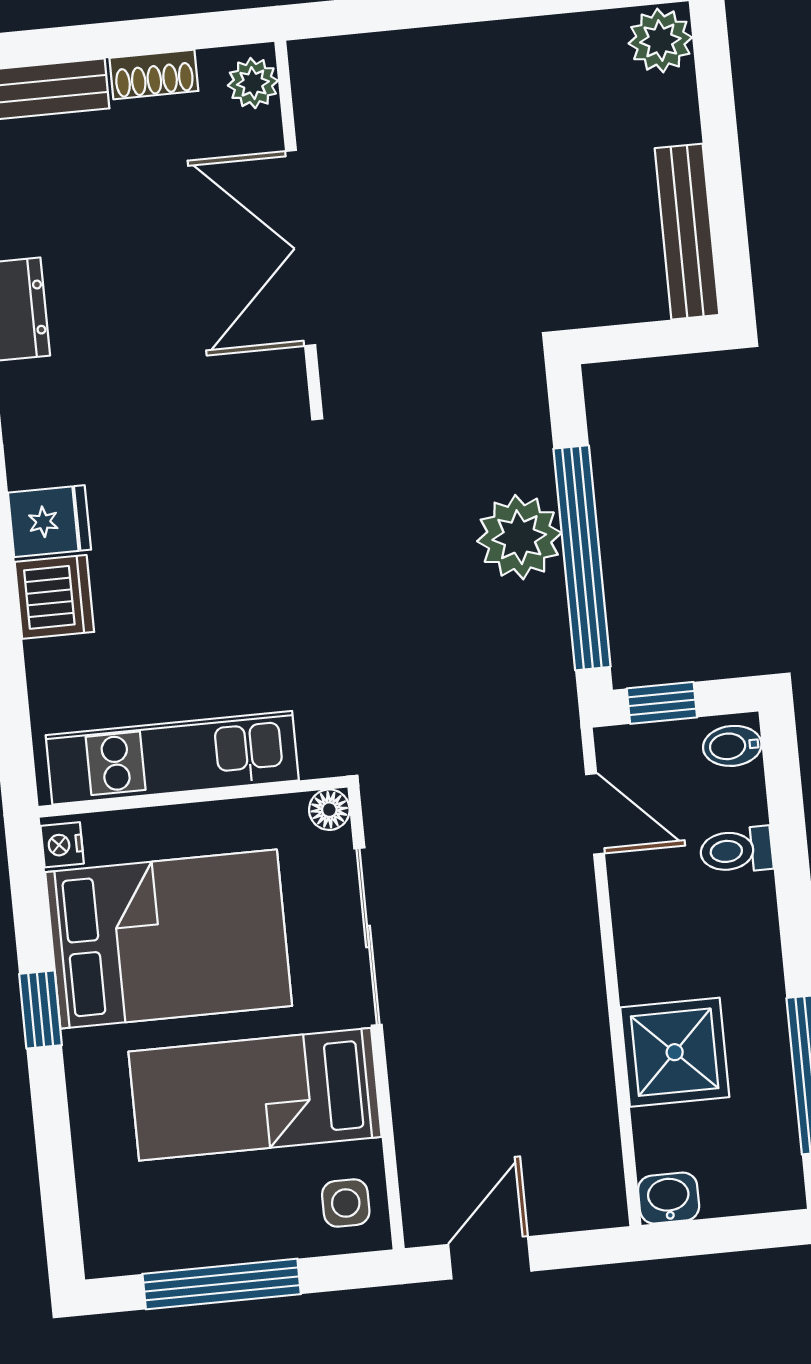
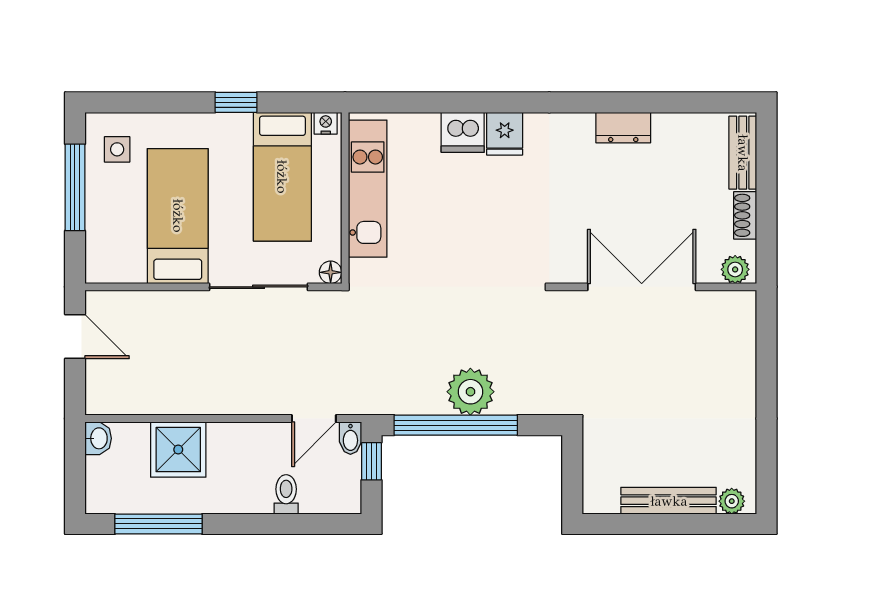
plant: (660, 40) -> (732, 501), width x0.73, depth x0.73
bench: (687, 232) -> (669, 501), moved
bidet: (732, 746) -> (350, 438), moved, turned 180
bed: (169, 939) -> (282, 177), width x0.67
side table: (346, 1203) -> (117, 149), moved

